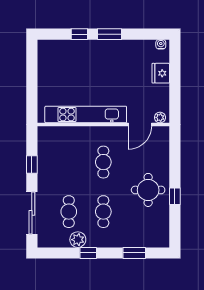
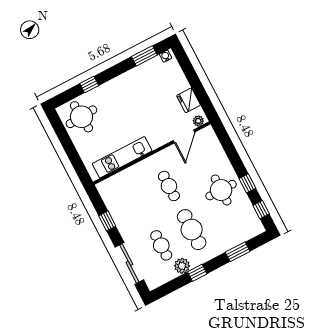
window: (109, 34) -> (144, 56), moved
round table: (57, 59) -> (81, 117), added
fridge: (161, 73) -> (189, 100), moved
kitchen unit: (86, 115) -> (122, 157), width x0.73
cafe table: (103, 212) -> (192, 230), width x1.37, depth x1.35
window: (175, 226) -> (261, 210), added

